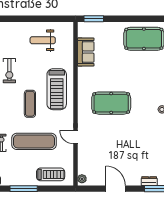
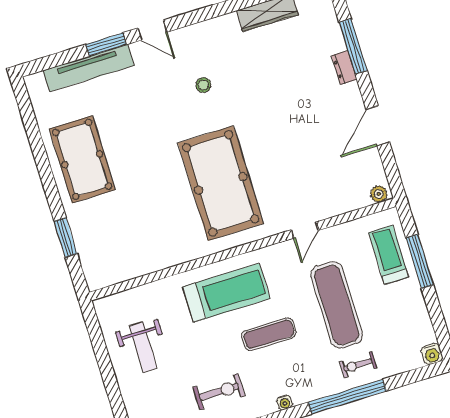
window: (94, 19) -> (66, 237), moved
sofa: (86, 52) -> (140, 260), removed
pool table: (111, 103) -> (221, 183), width x1.36, depth x1.32
window: (24, 189) -> (420, 261), moved

